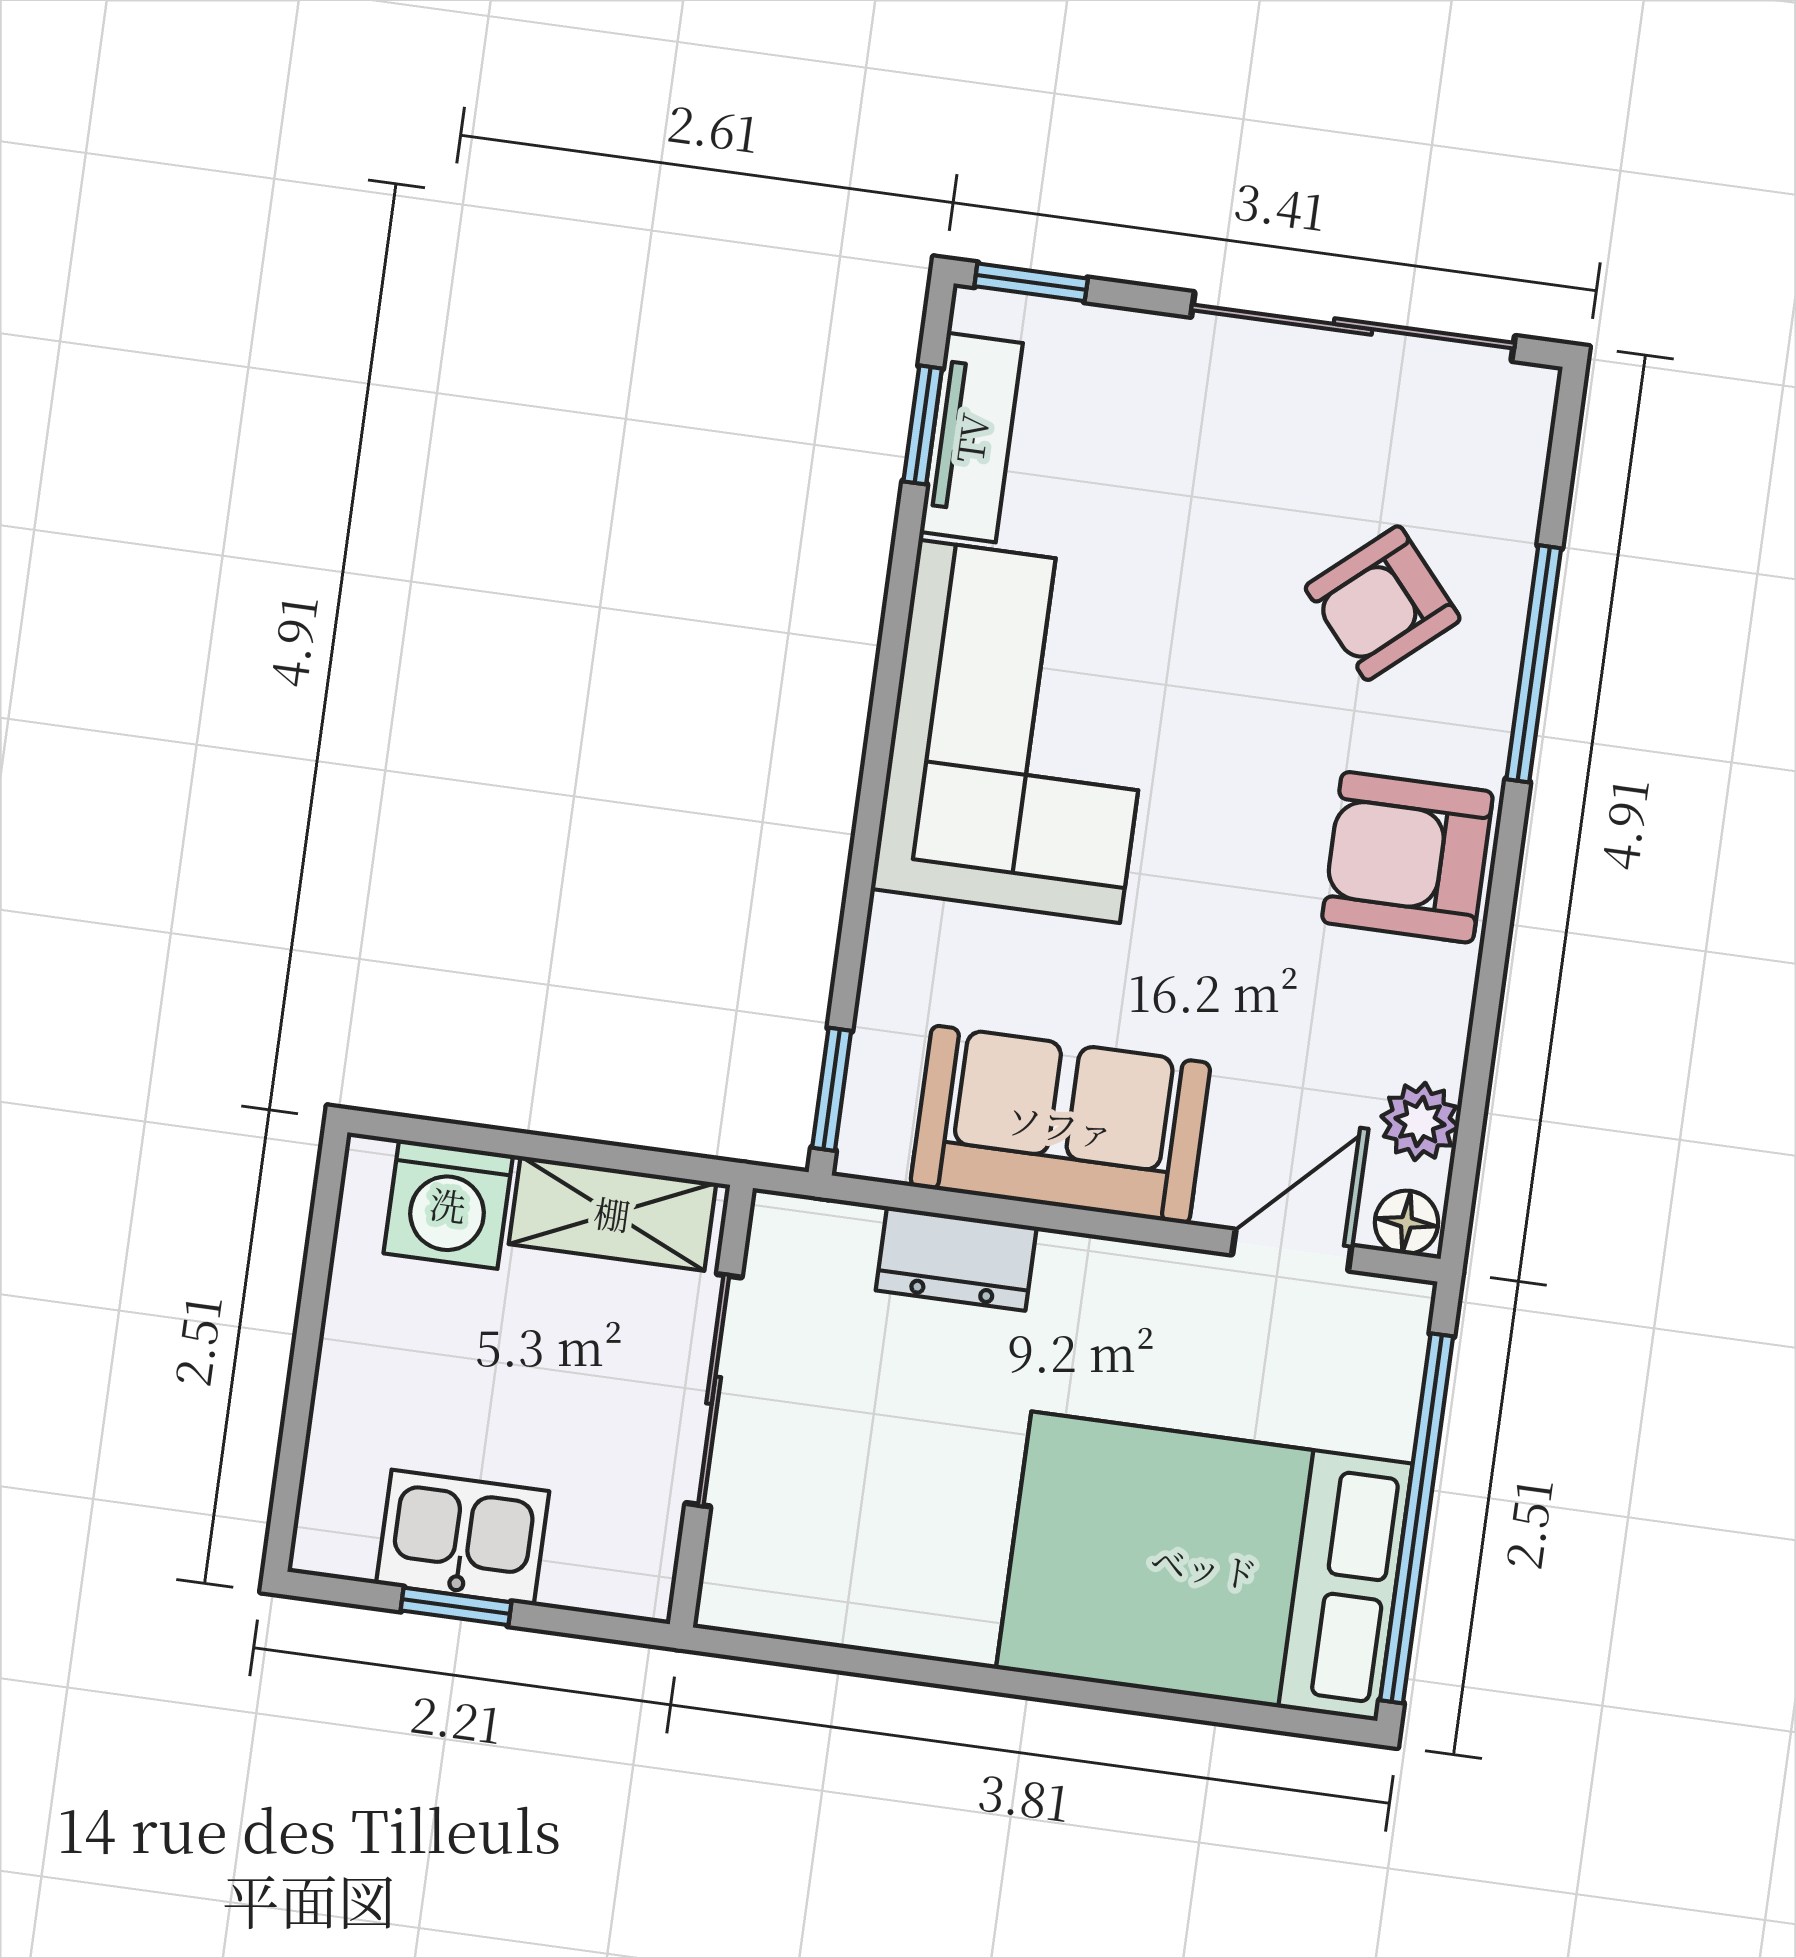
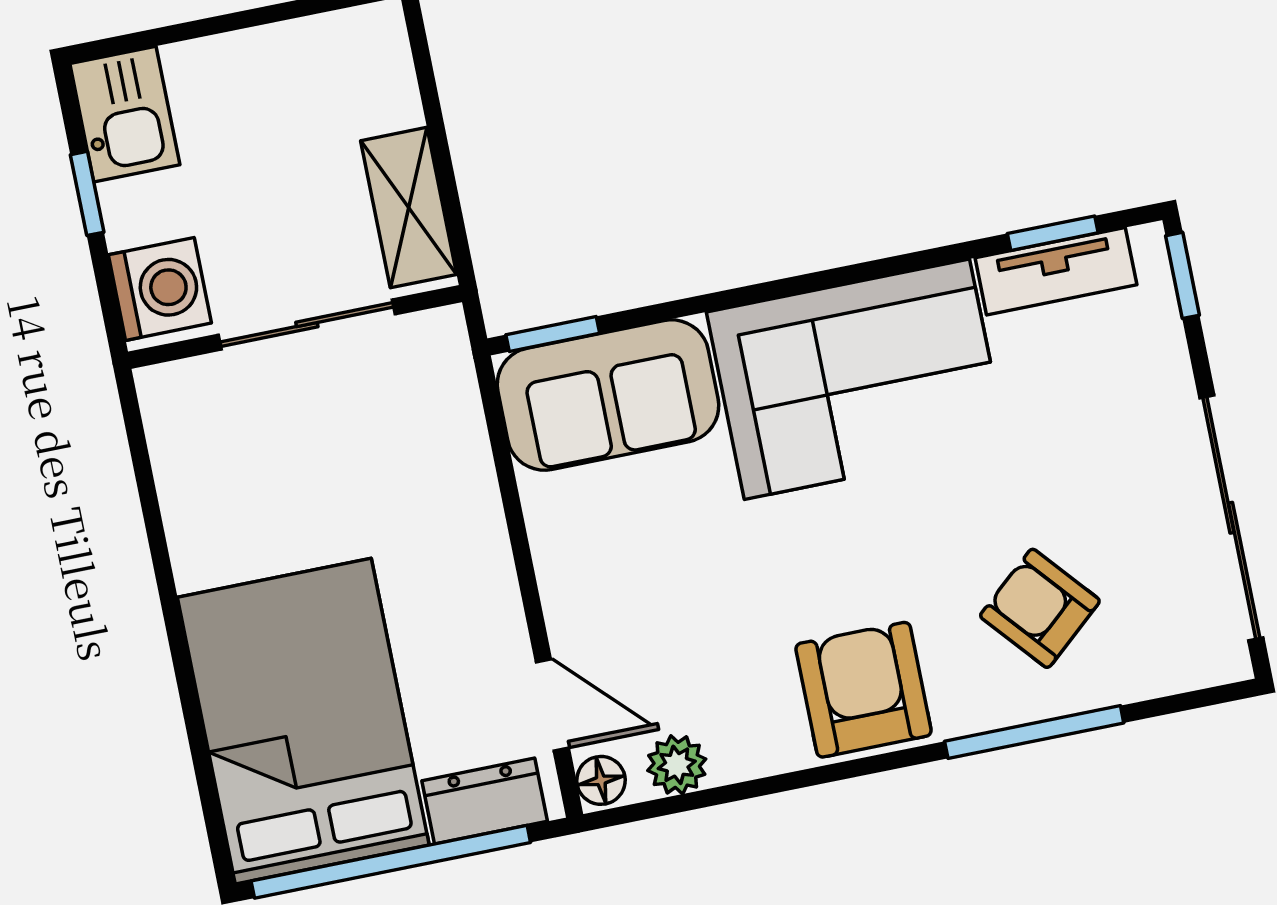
sofa: (1060, 1125) -> (608, 395), moved, turned 90
washing machine: (448, 1204) -> (160, 289), moved, turned 180
dresser: (956, 1259) -> (485, 801), moved, turned 90
kitchen sink: (463, 1538) -> (125, 114), moved

